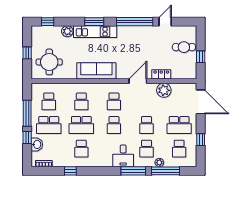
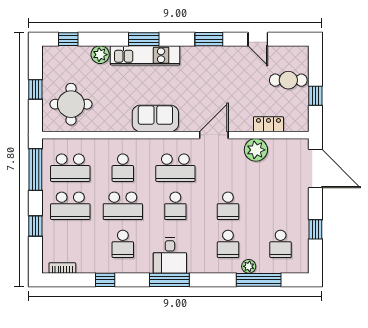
window: (135, 22) -> (209, 39), width x0.47
door: (165, 22) -> (258, 39), swing flipped
sofa: (96, 71) -> (155, 118), width x0.73
locker: (161, 74) -> (268, 124), moved
school desk: (49, 101) -> (70, 168), width x1.85
school desk: (114, 101) -> (175, 168), width x1.85
window: (27, 113) -> (35, 169), moved
school desk: (179, 125) -> (281, 206), removed
washbasin: (37, 144) -> (51, 237), removed
desk: (123, 156) -> (170, 255), moved
window: (133, 171) -> (169, 280), moved

